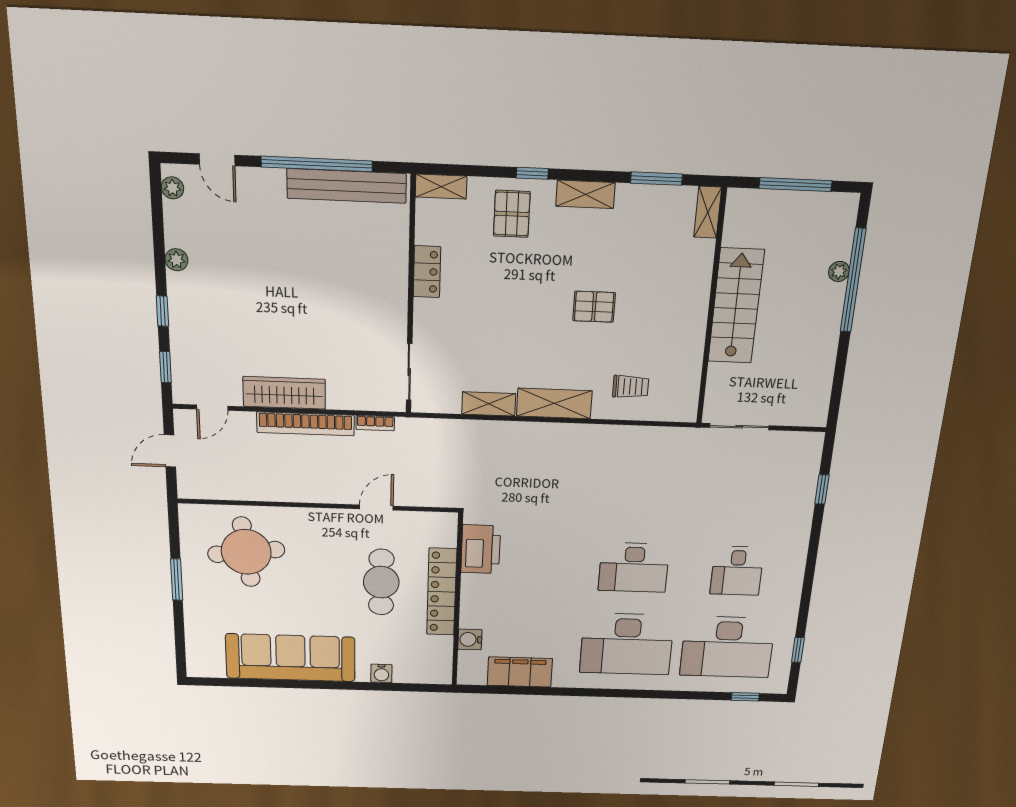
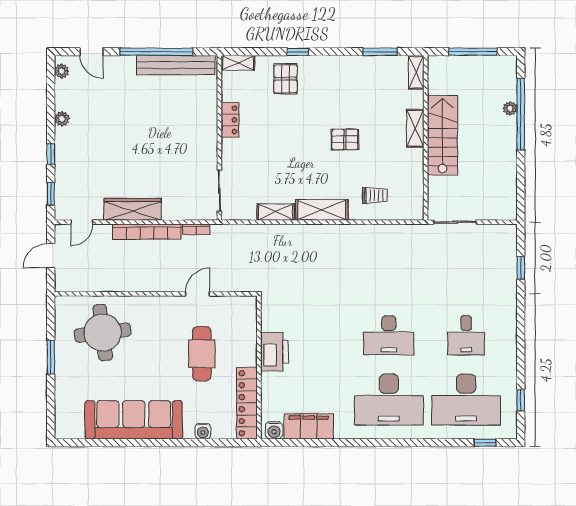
shelving: (585, 194) -> (415, 128), moved, turned 90
printer: (481, 549) -> (275, 352), moved
locker: (442, 592) -> (247, 403), moved
water cooler: (470, 639) -> (274, 430), moved, turned -90

